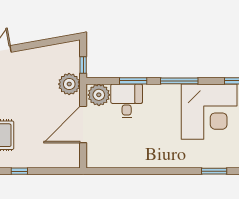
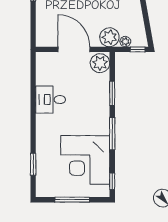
window: (83, 65) -> (138, 49), moved
plant: (74, 66) -> (125, 42), added
desk: (127, 101) -> (51, 100), moved, turned 180

